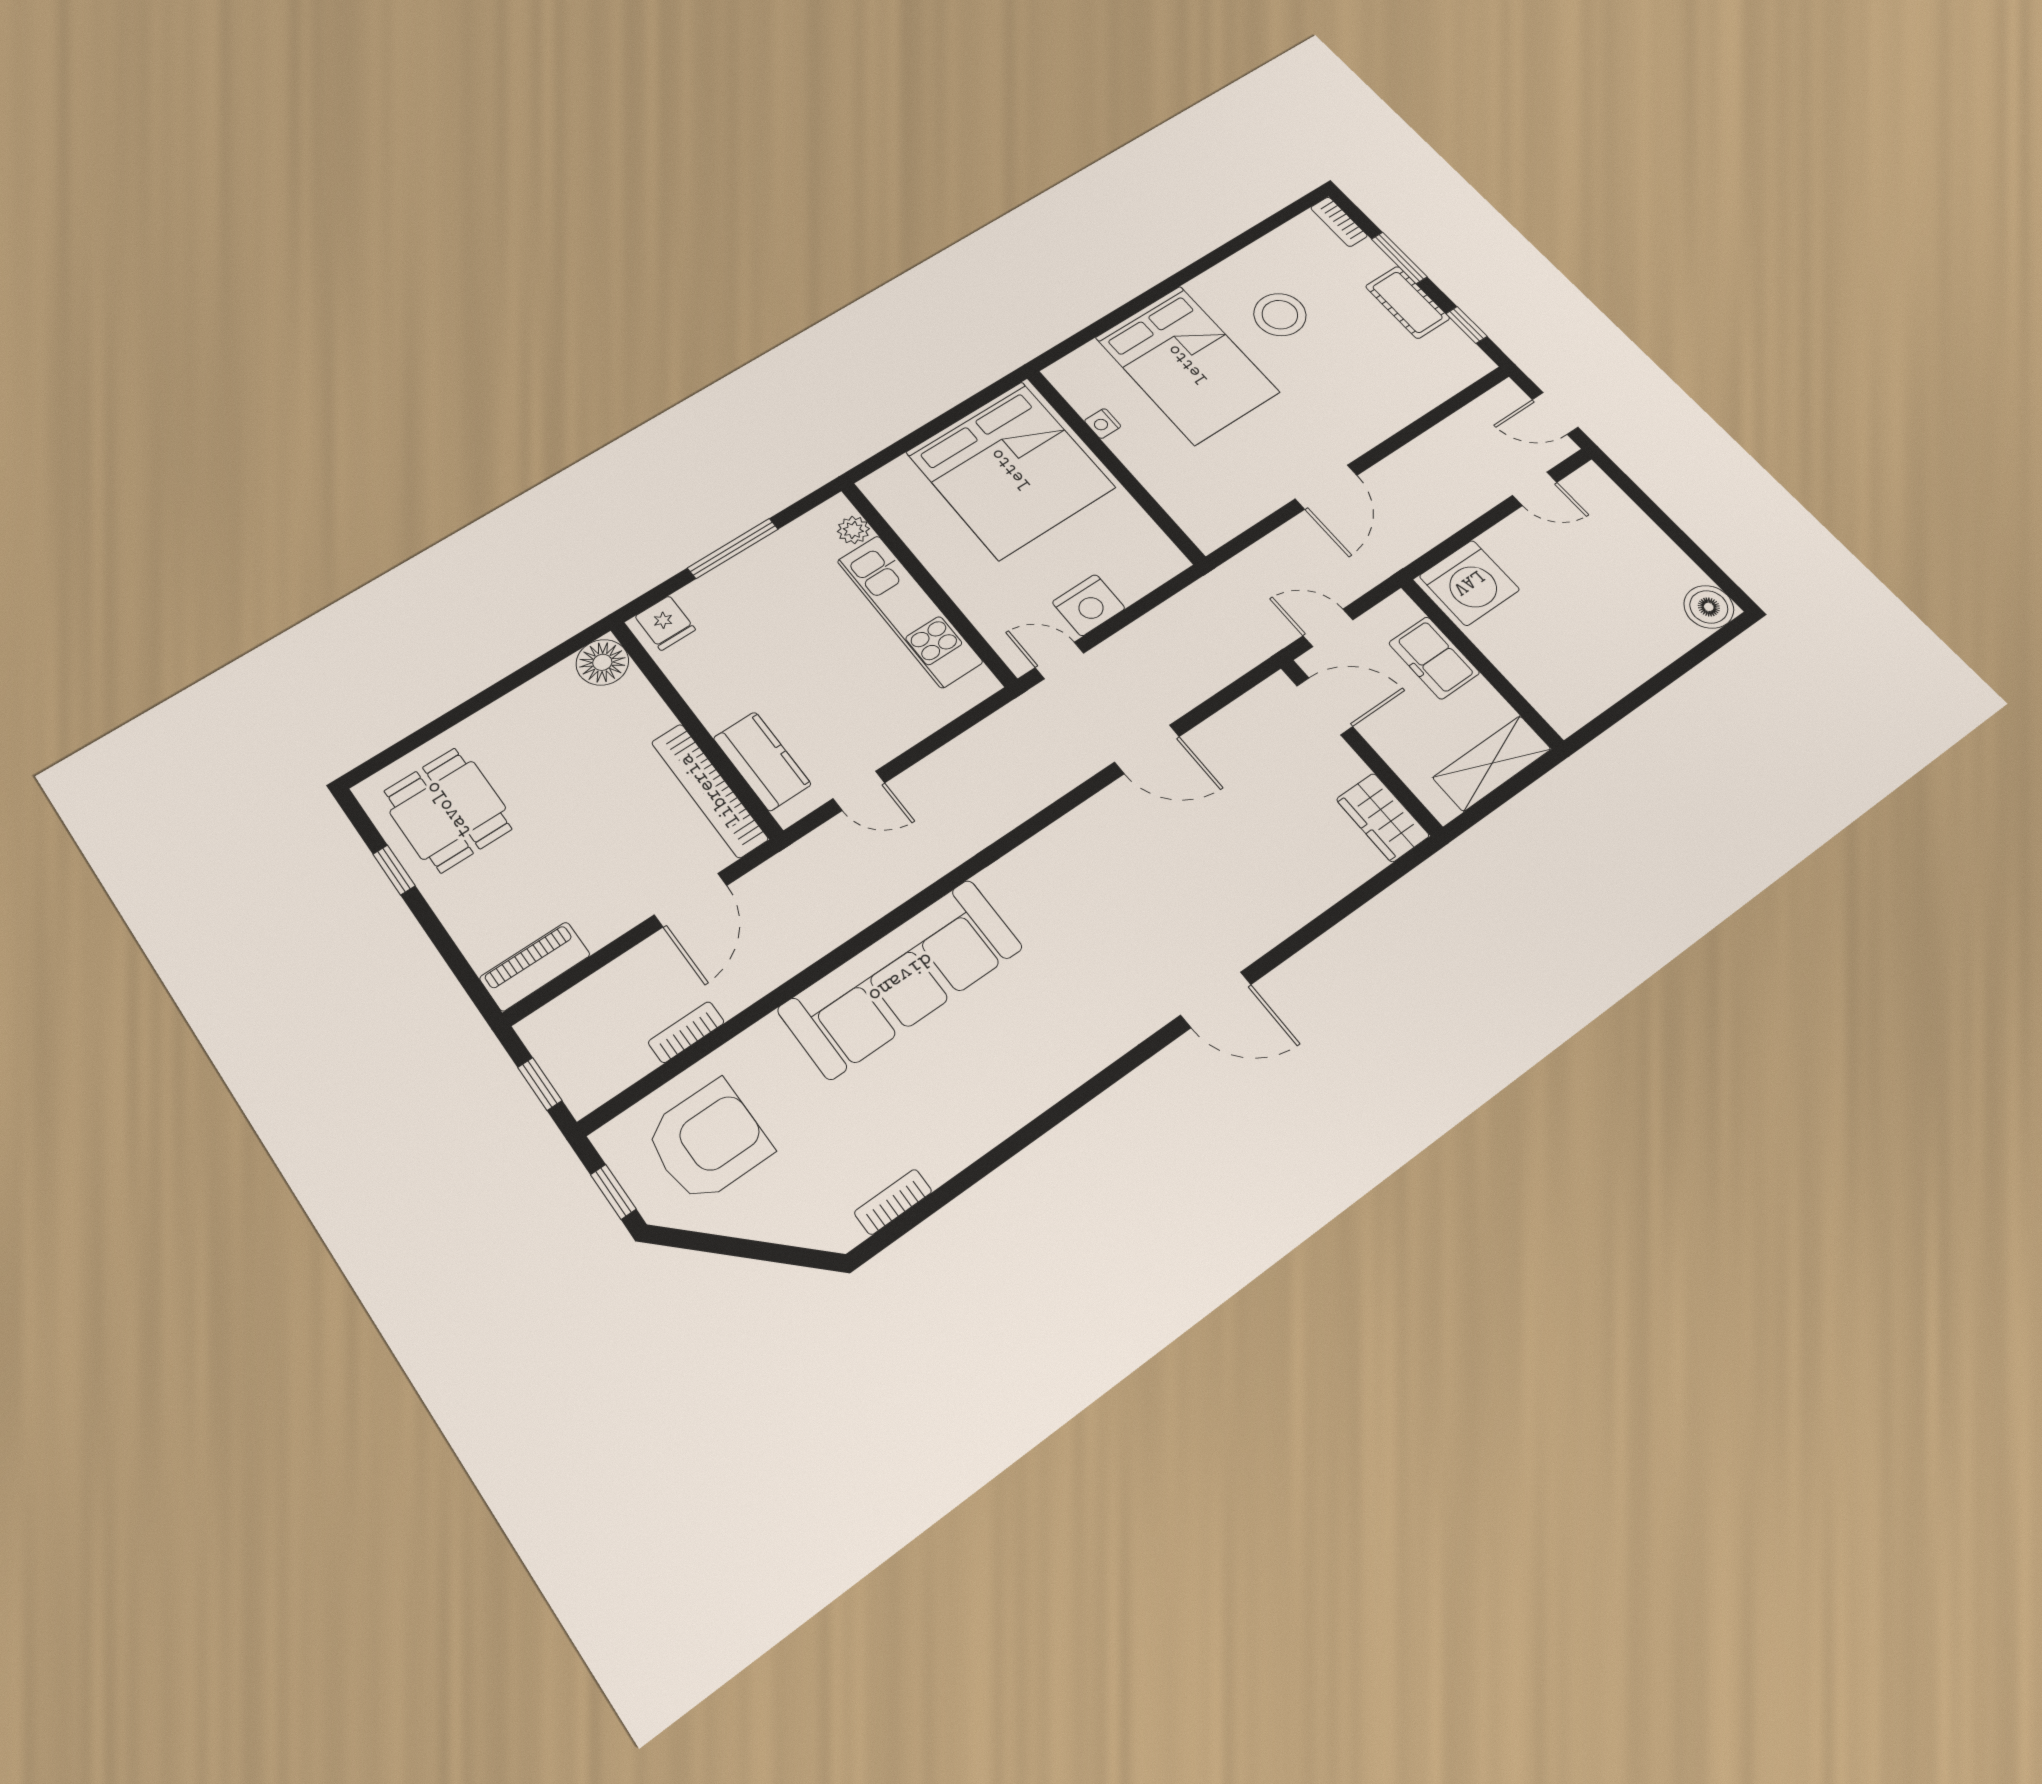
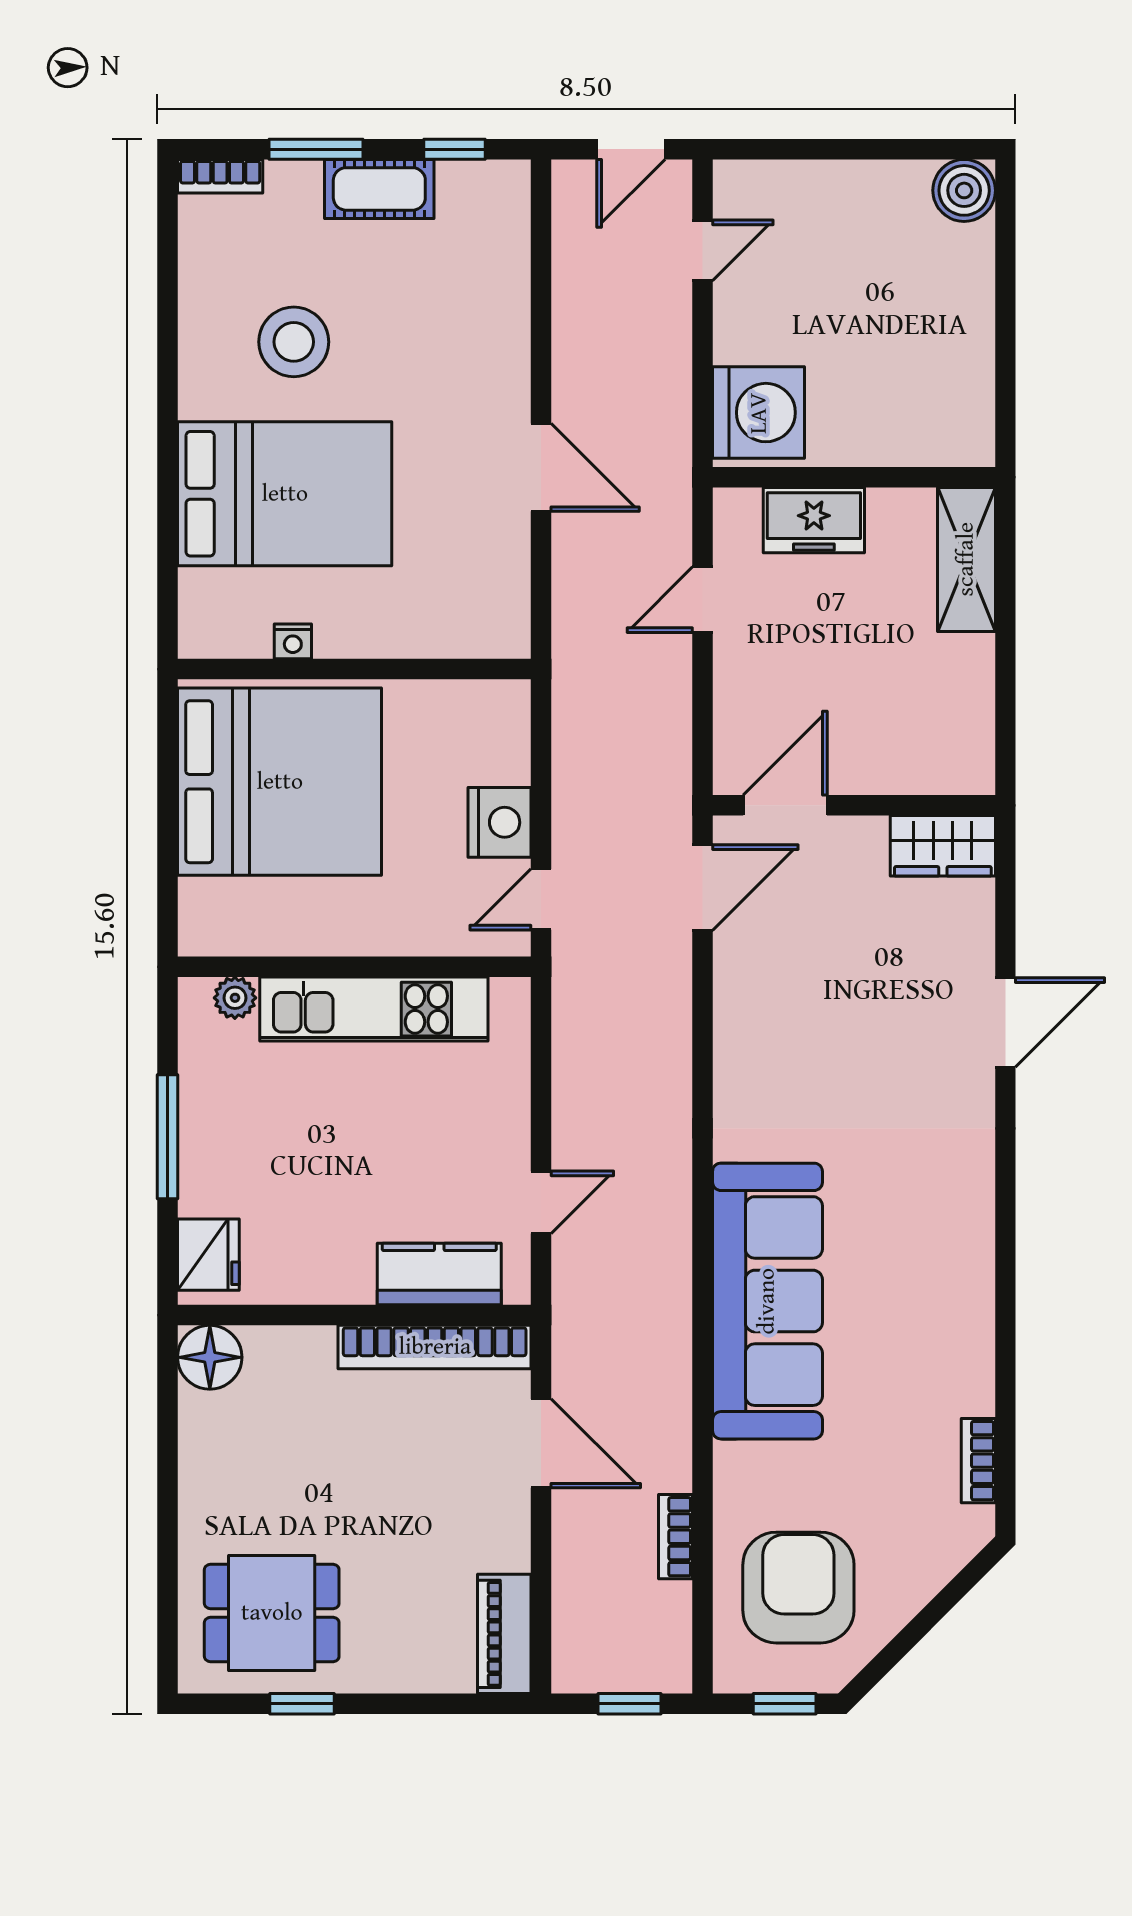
fridge: (665, 623) -> (208, 1255), width x1.38
door: (1325, 706) -> (785, 805), moved
wall: (1361, 746) -> (854, 805), moved
wardrobe: (1383, 818) -> (943, 846), moved

